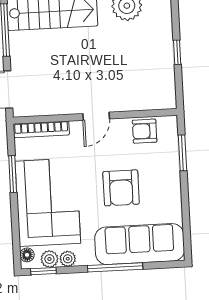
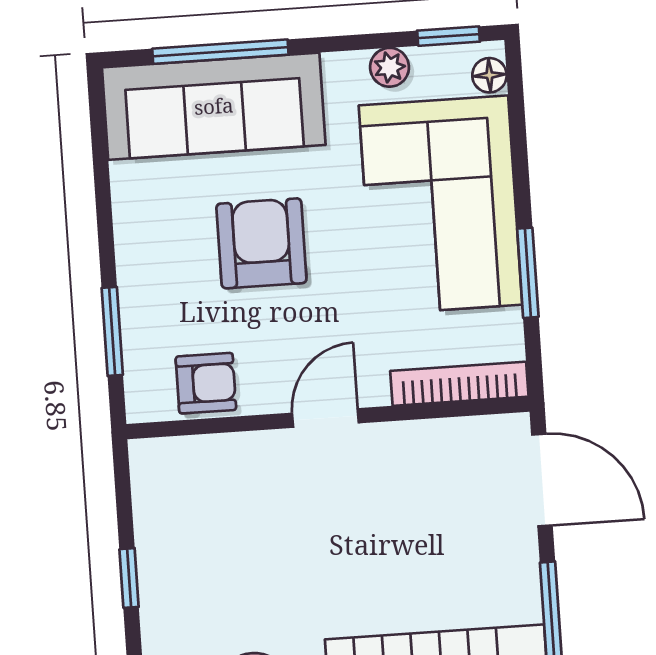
plant: (49, 259) -> (434, 66), removed
window: (115, 267) -> (220, 52), moved

